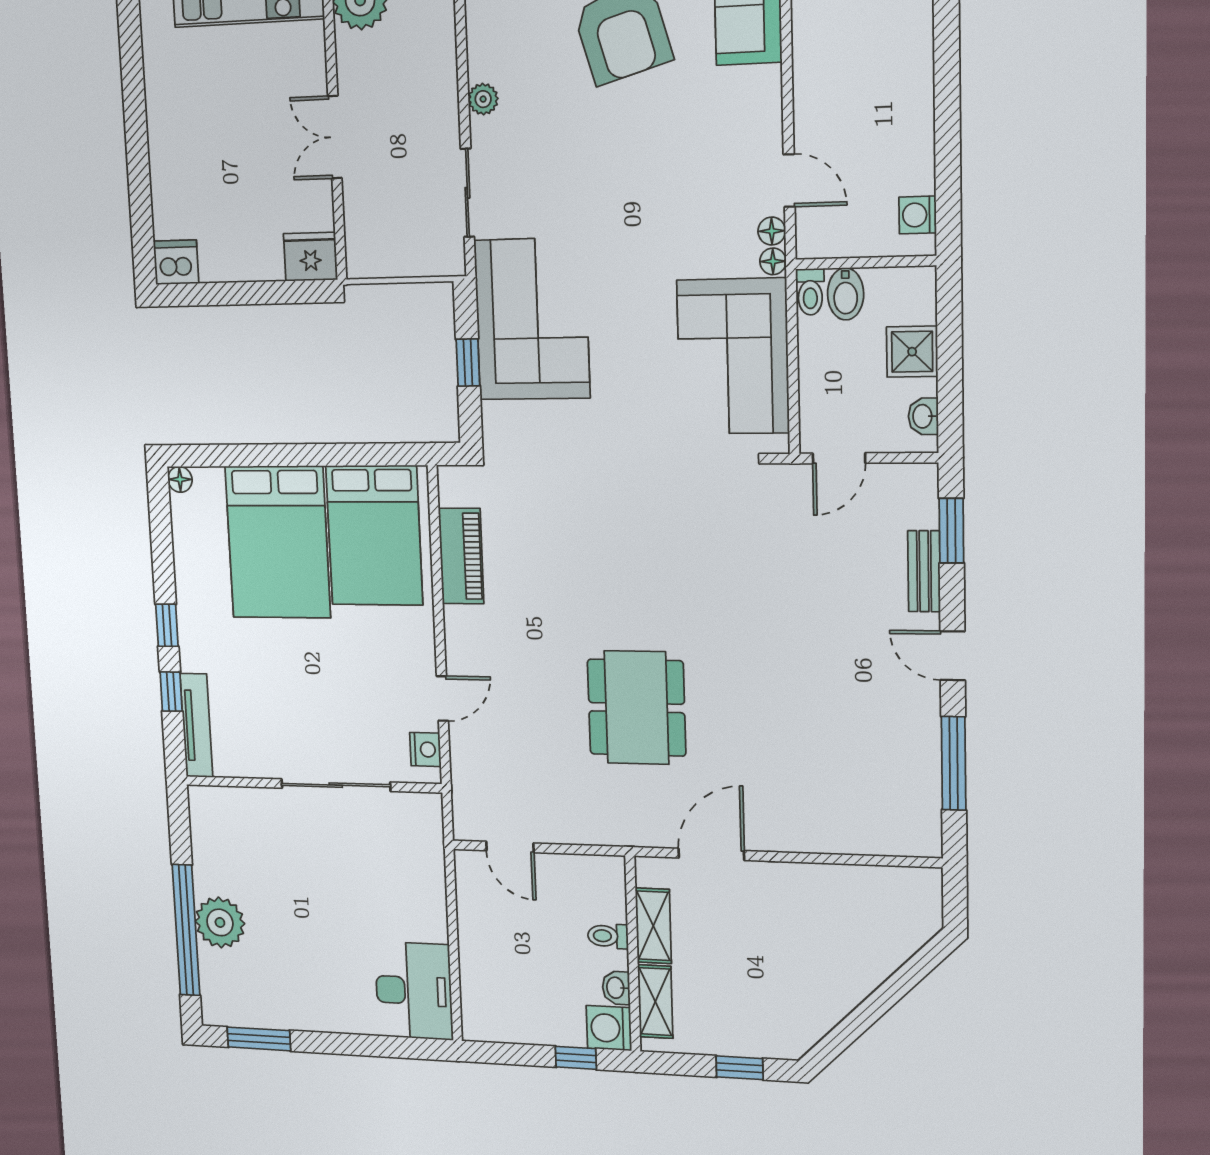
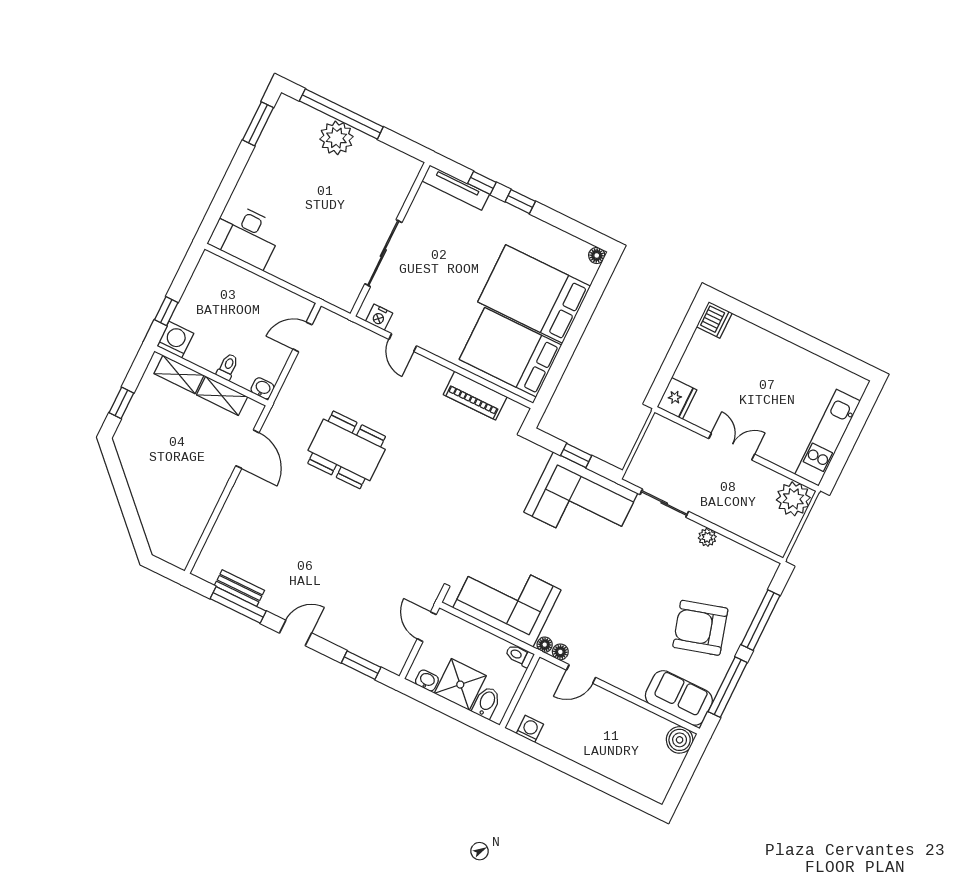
bidet: (846, 294) -> (486, 703), moved, turned 90
shower: (912, 352) -> (460, 685), width x1.36, depth x1.36
bench: (924, 571) -> (239, 588), moved
washbasin: (616, 988) -> (263, 388), moved

